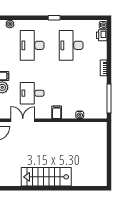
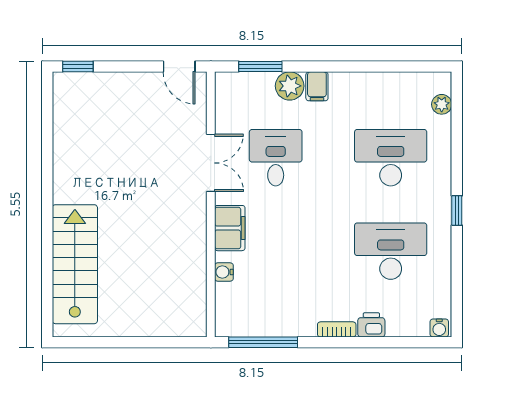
printer: (102, 35) -> (371, 325), moved
filing cabinet: (57, 112) -> (230, 228), width x2.00
double door: (23, 120) -> (211, 163), moved
stairs: (46, 177) -> (75, 264), moved

